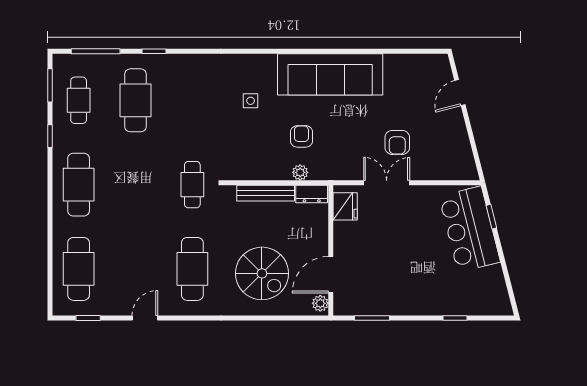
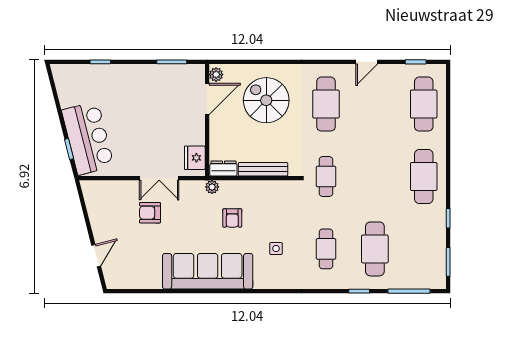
cafe table: (79, 100) -> (326, 249), moved
armchair: (397, 142) -> (150, 213), turned -90
plant: (300, 172) -> (212, 187), moved

